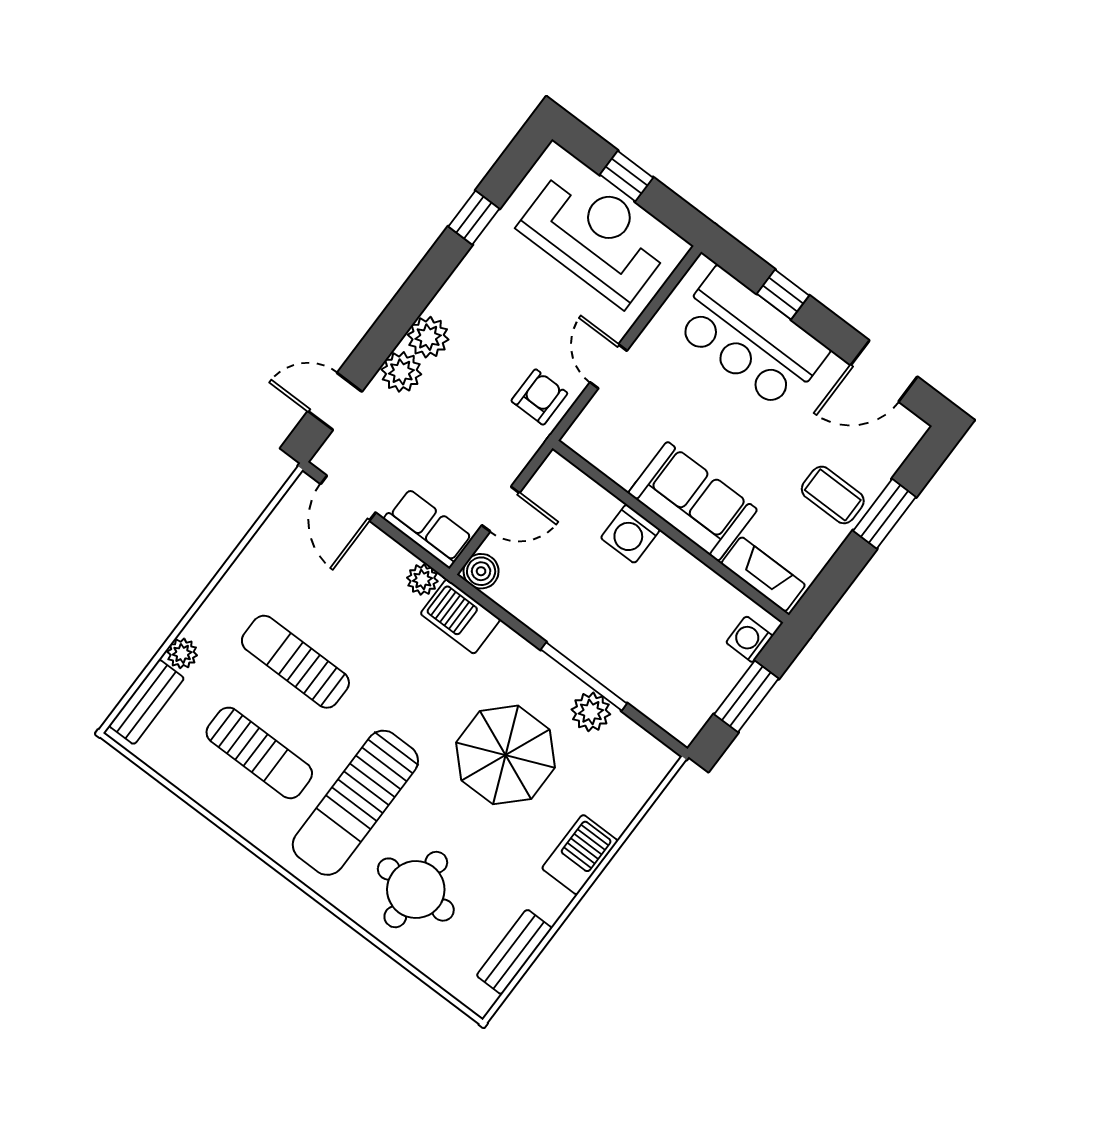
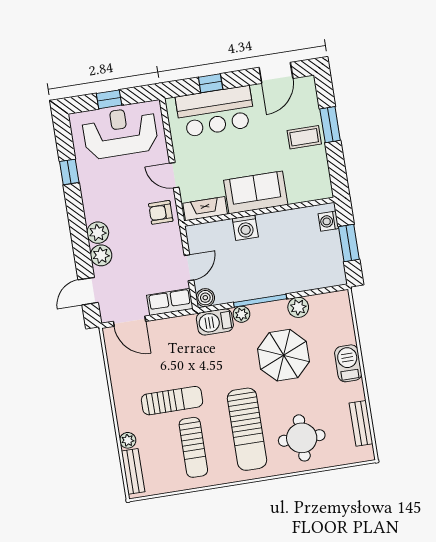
armchair: (539, 397) -> (161, 212), turned -90
fireplace: (763, 574) -> (205, 209), moved
plant: (422, 580) -> (242, 314), moved
sun lounger: (295, 662) -> (172, 401), turned 180
window: (584, 676) -> (260, 301), moved
sun lounger: (259, 753) -> (193, 447), turned 90

